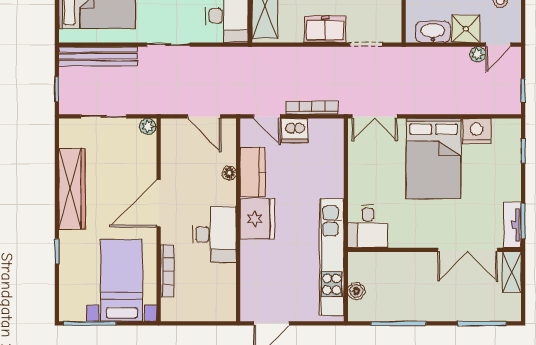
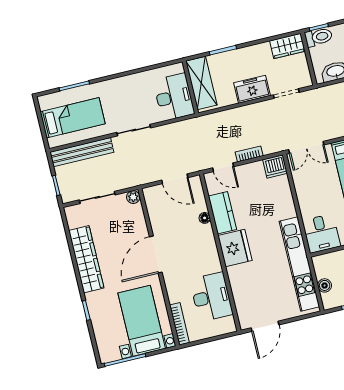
bookcase: (312, 108) -> (249, 154), width x0.64
dishwasher: (295, 131) -> (275, 166), moved
desk: (214, 234) -> (211, 297), moved
bookcase: (167, 271) -> (179, 324), moved

